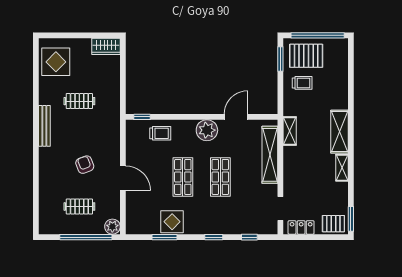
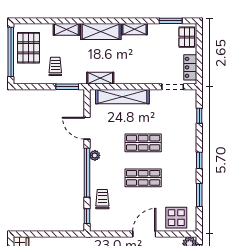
pallet: (306, 56) -> (28, 48), moved
window: (280, 59) -> (67, 87), moved
shelving: (342, 95) -> (66, 29), added
window: (188, 117) -> (87, 173), added
plant: (207, 130) -> (95, 155), width x0.53, depth x0.53
window: (351, 219) -> (171, 21), moved
display table: (172, 222) -> (176, 218), moved
window: (214, 237) -> (199, 160), moved

